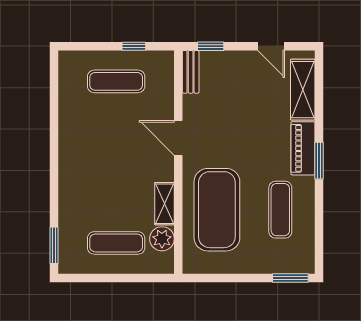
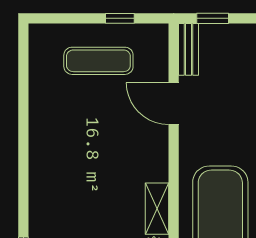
door: (178, 138) -> (174, 104), moved

